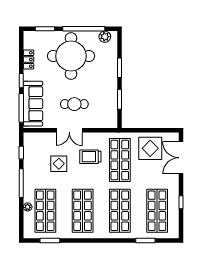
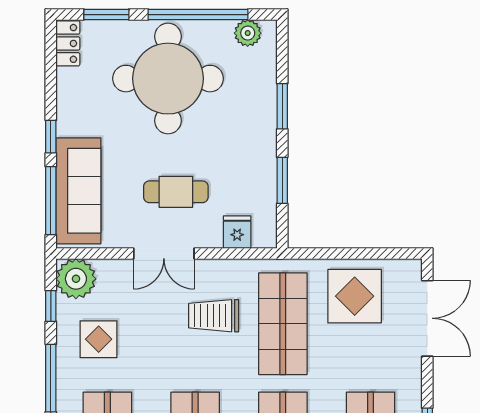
locker: (29, 59) -> (68, 43), moved
fridge: (100, 121) -> (237, 232), added
plant: (32, 141) -> (76, 279), added
double door: (181, 158) -> (427, 318), swing flipped
display table: (59, 164) -> (99, 339), moved

